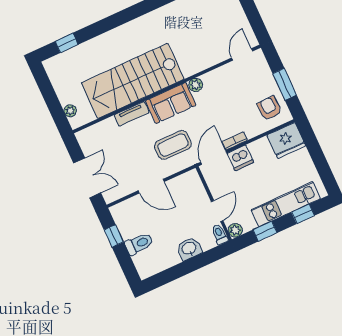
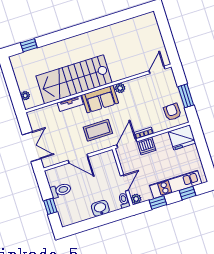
window: (114, 236) -> (50, 206), moved
toilet: (139, 244) -> (61, 190), moved

